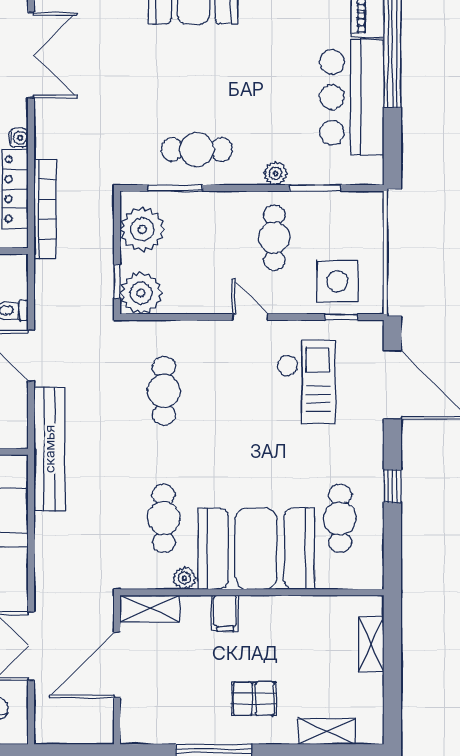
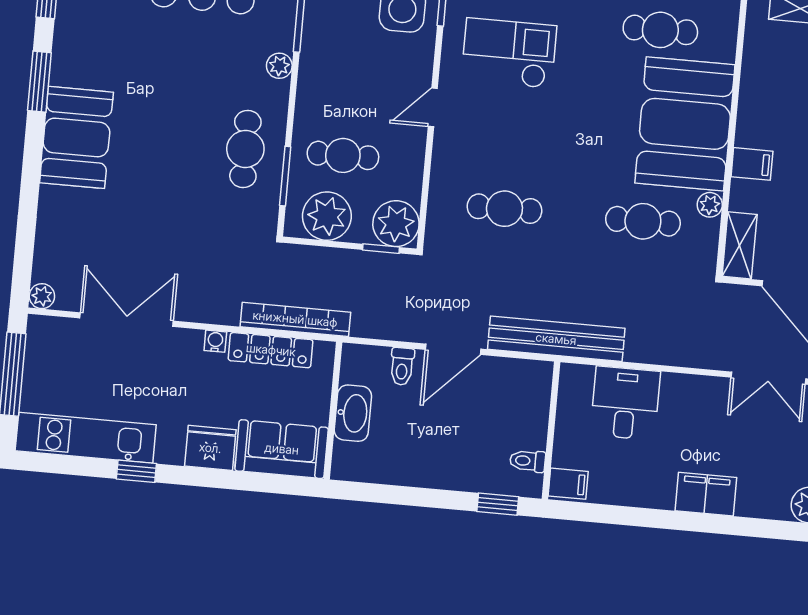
cafe table: (274, 238) -> (343, 155), moved

